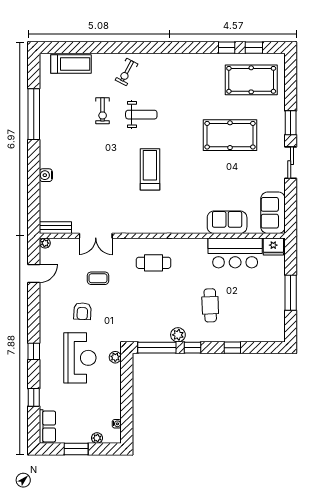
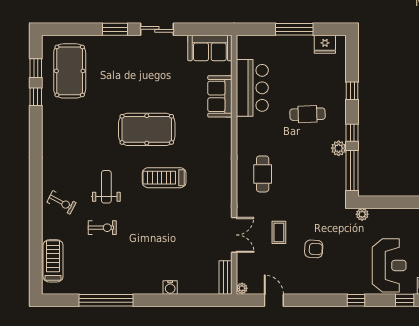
pool table: (230, 135) -> (147, 129), moved, turned 90
fridge: (273, 247) -> (325, 44), moved, turned 90
reception desk: (80, 358) -> (389, 265), moved, turned 90

